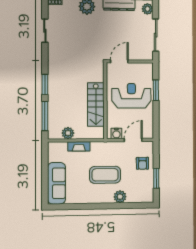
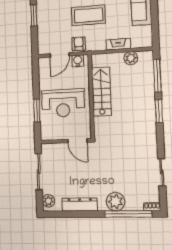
door: (119, 61) -> (77, 141), hinge flipped
armchair: (142, 163) -> (79, 44), moved

